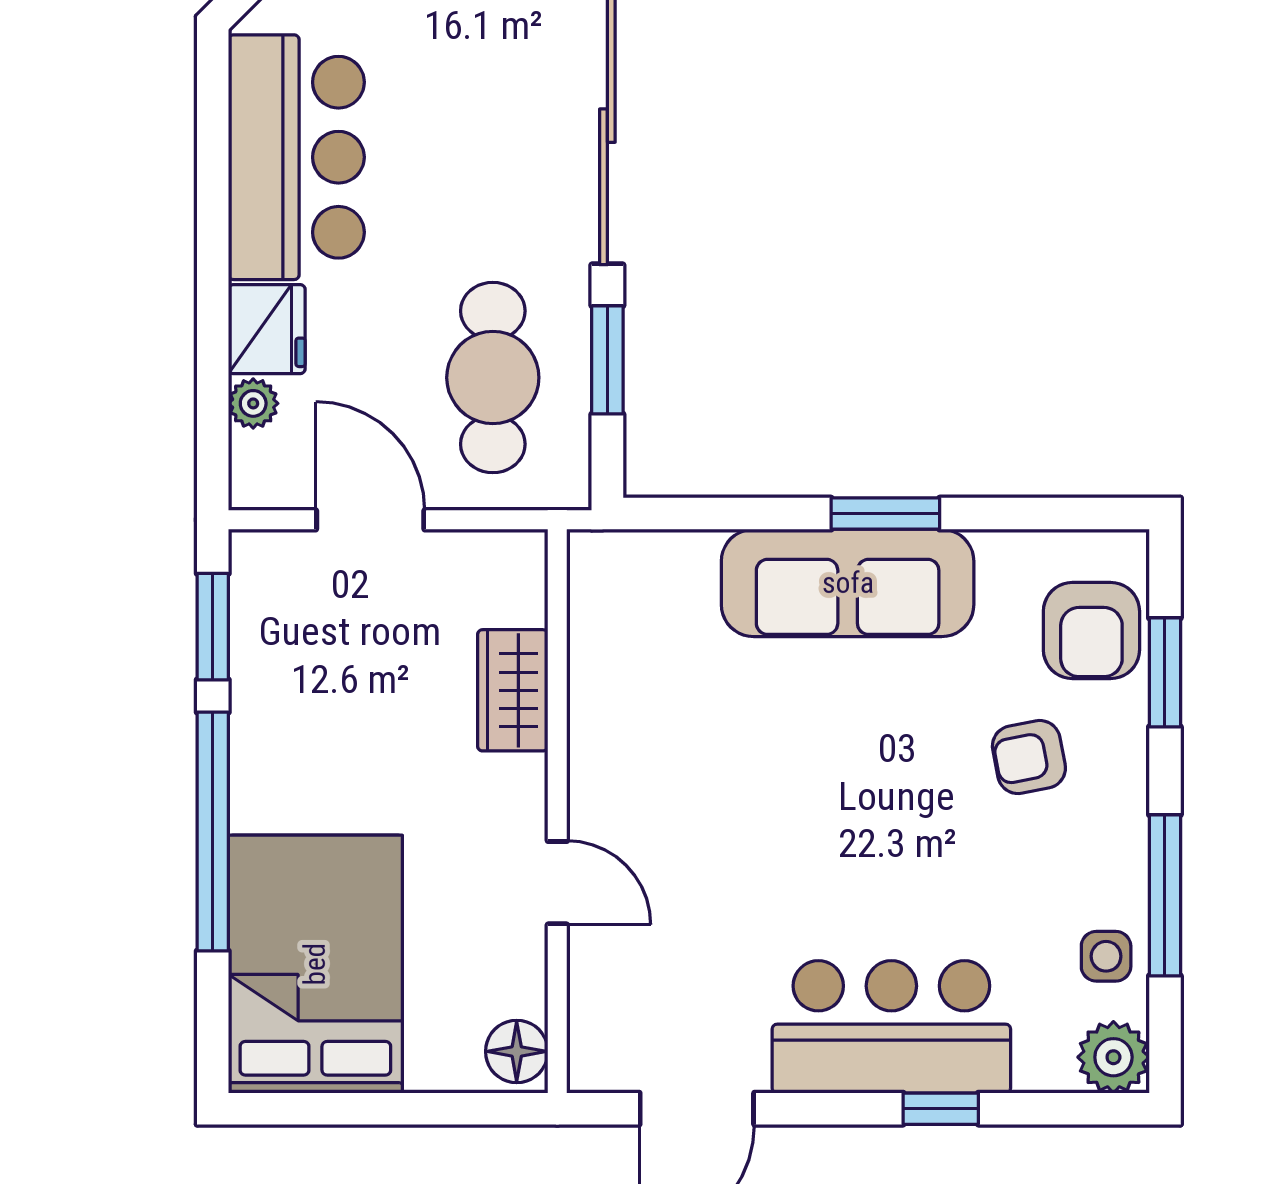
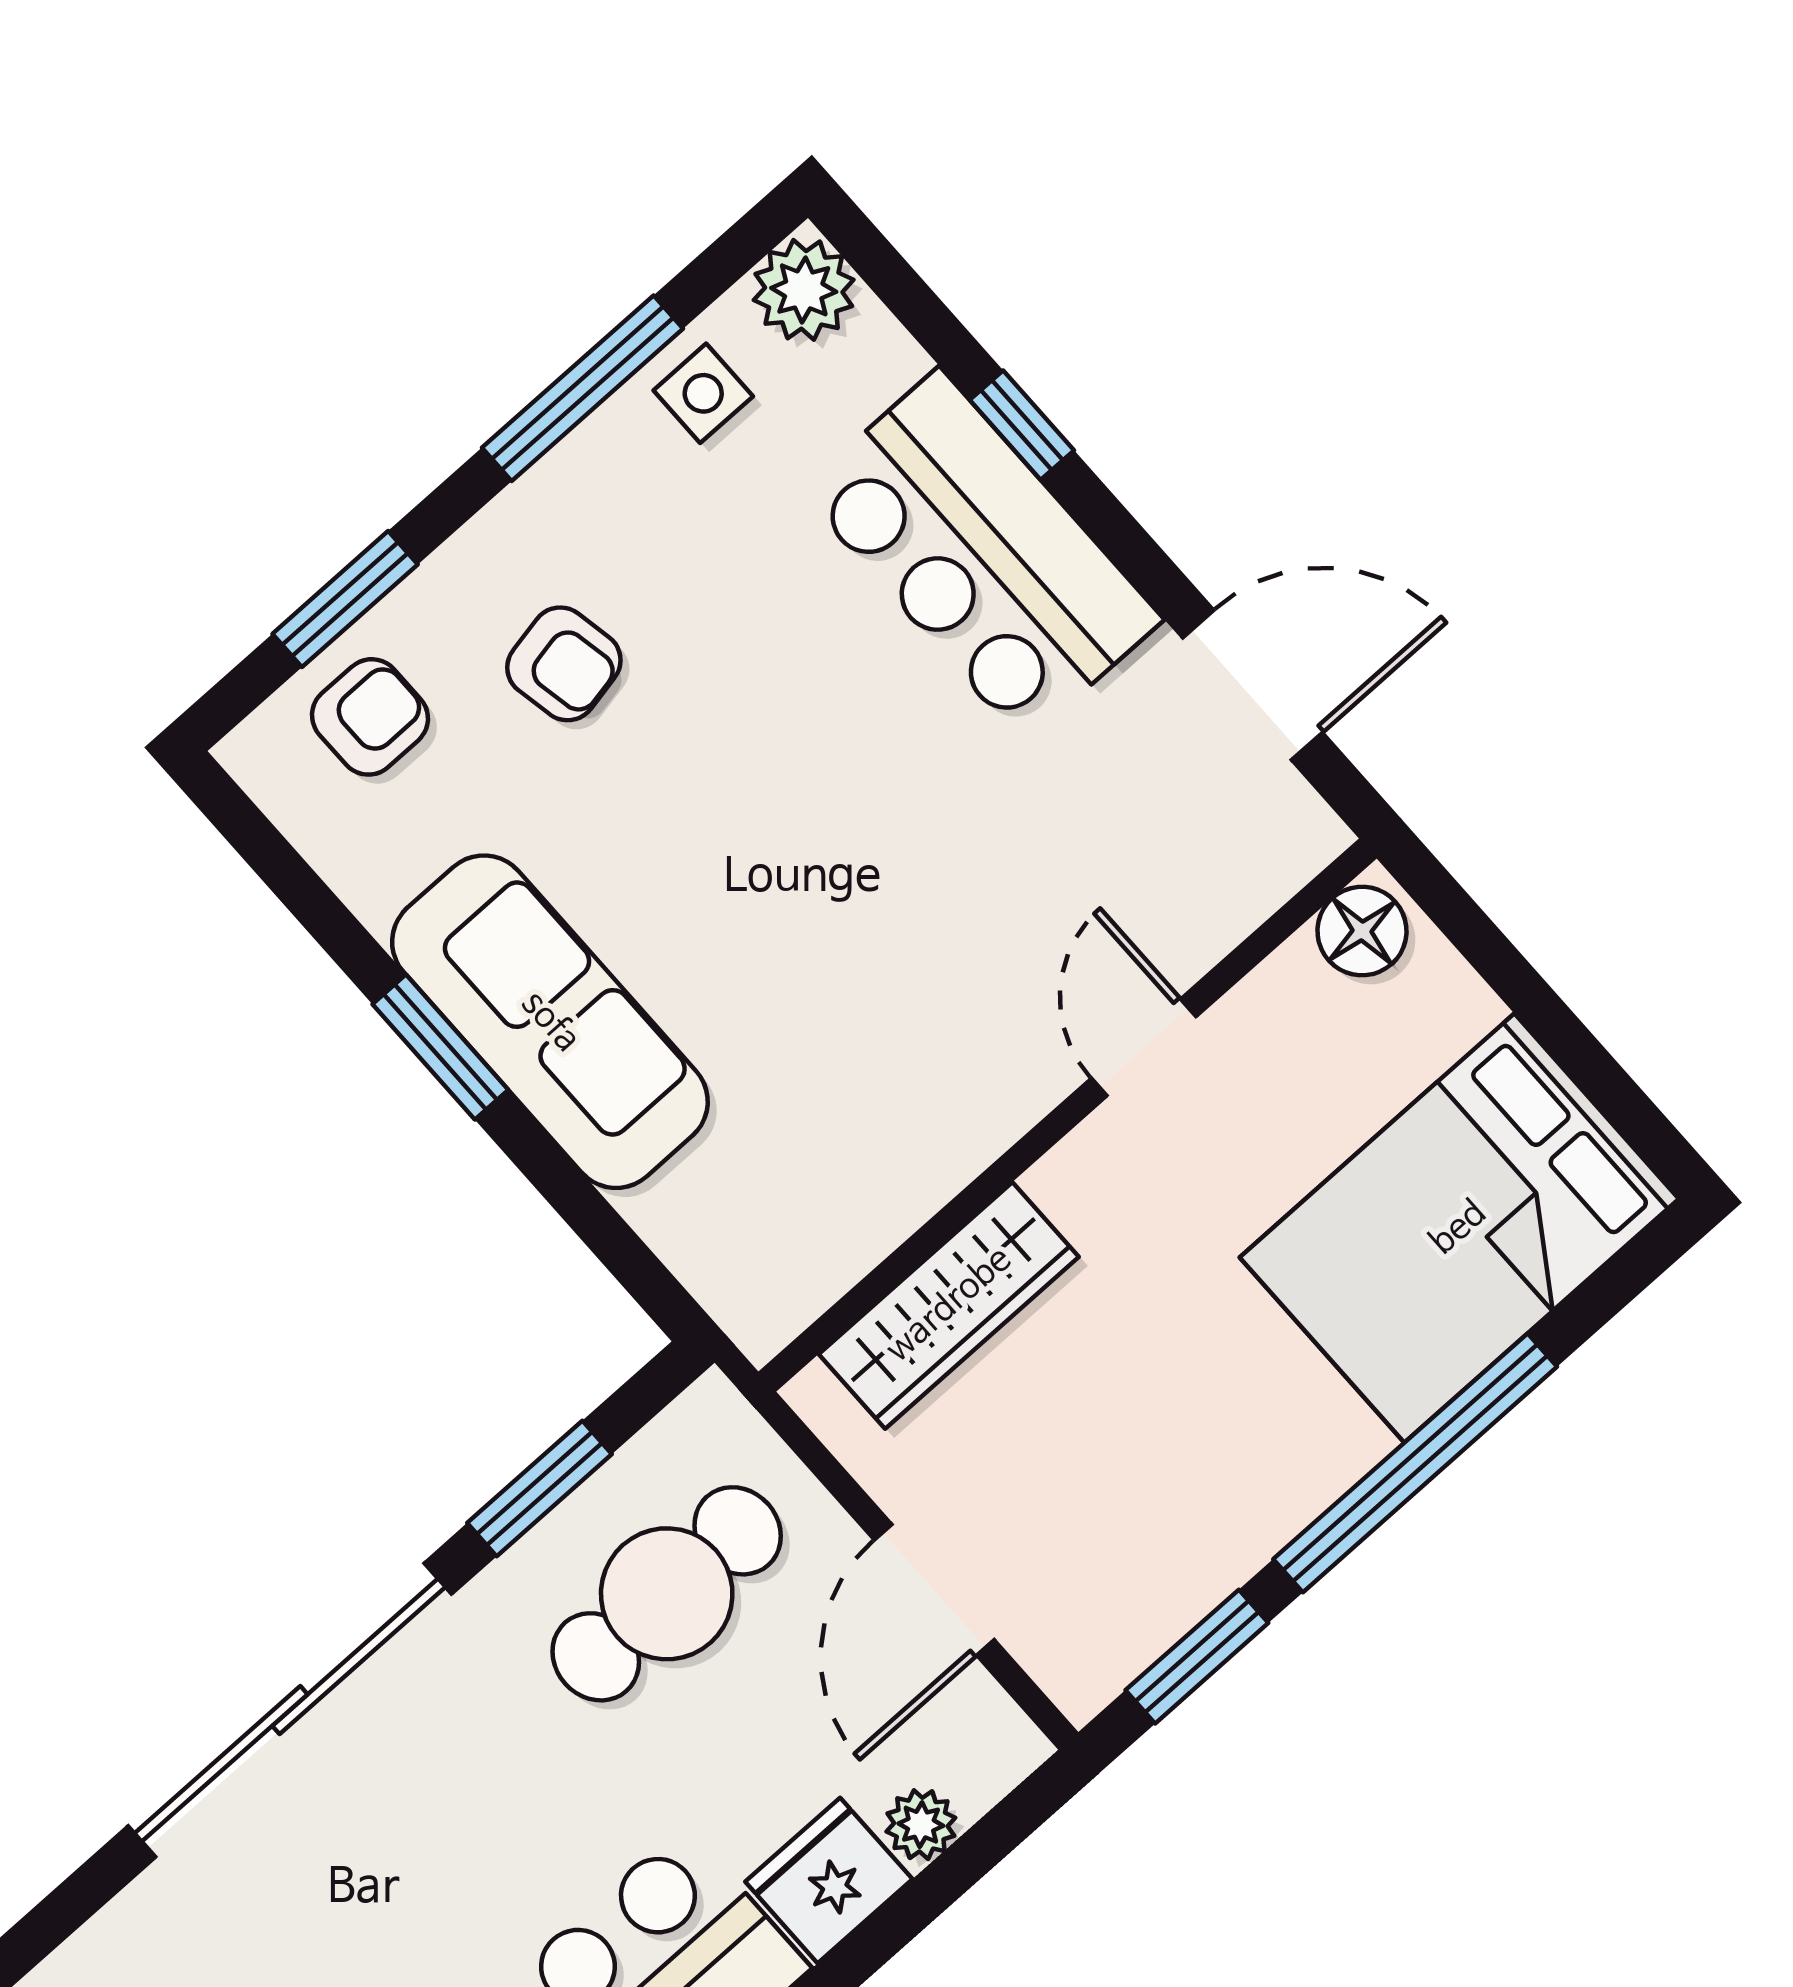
armchair: (1091, 631) -> (370, 717), width x0.72, depth x0.72
wardrobe: (513, 690) -> (949, 1305), width x1.50

